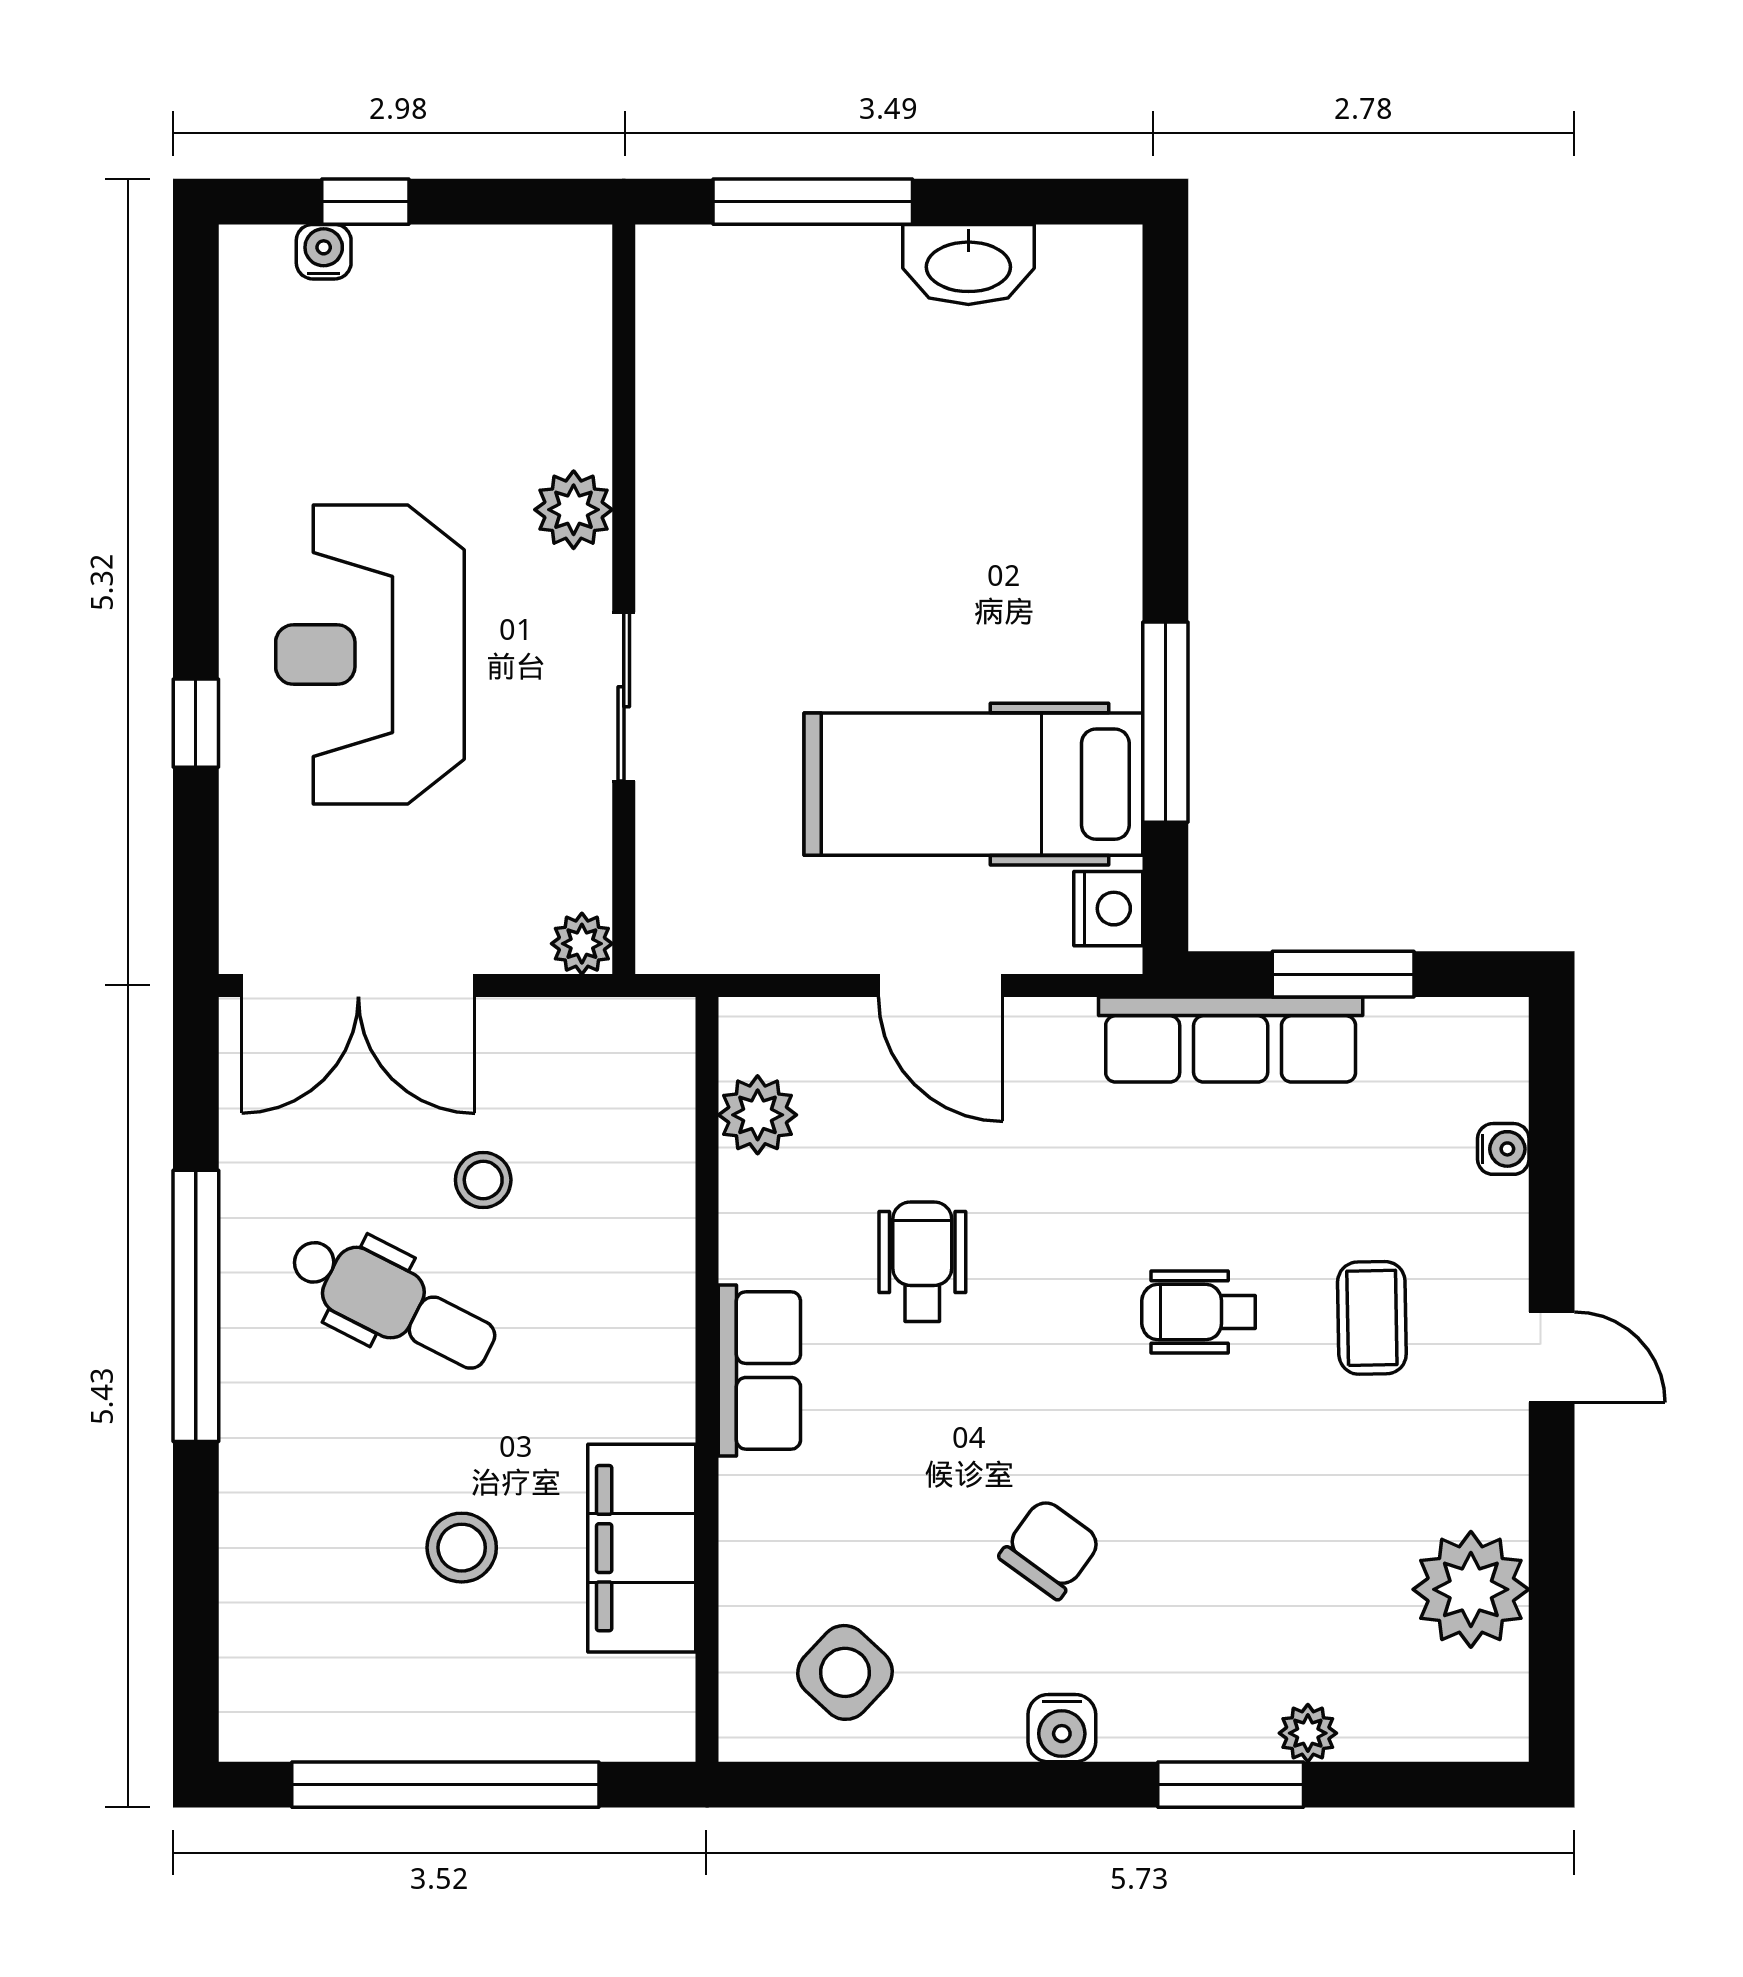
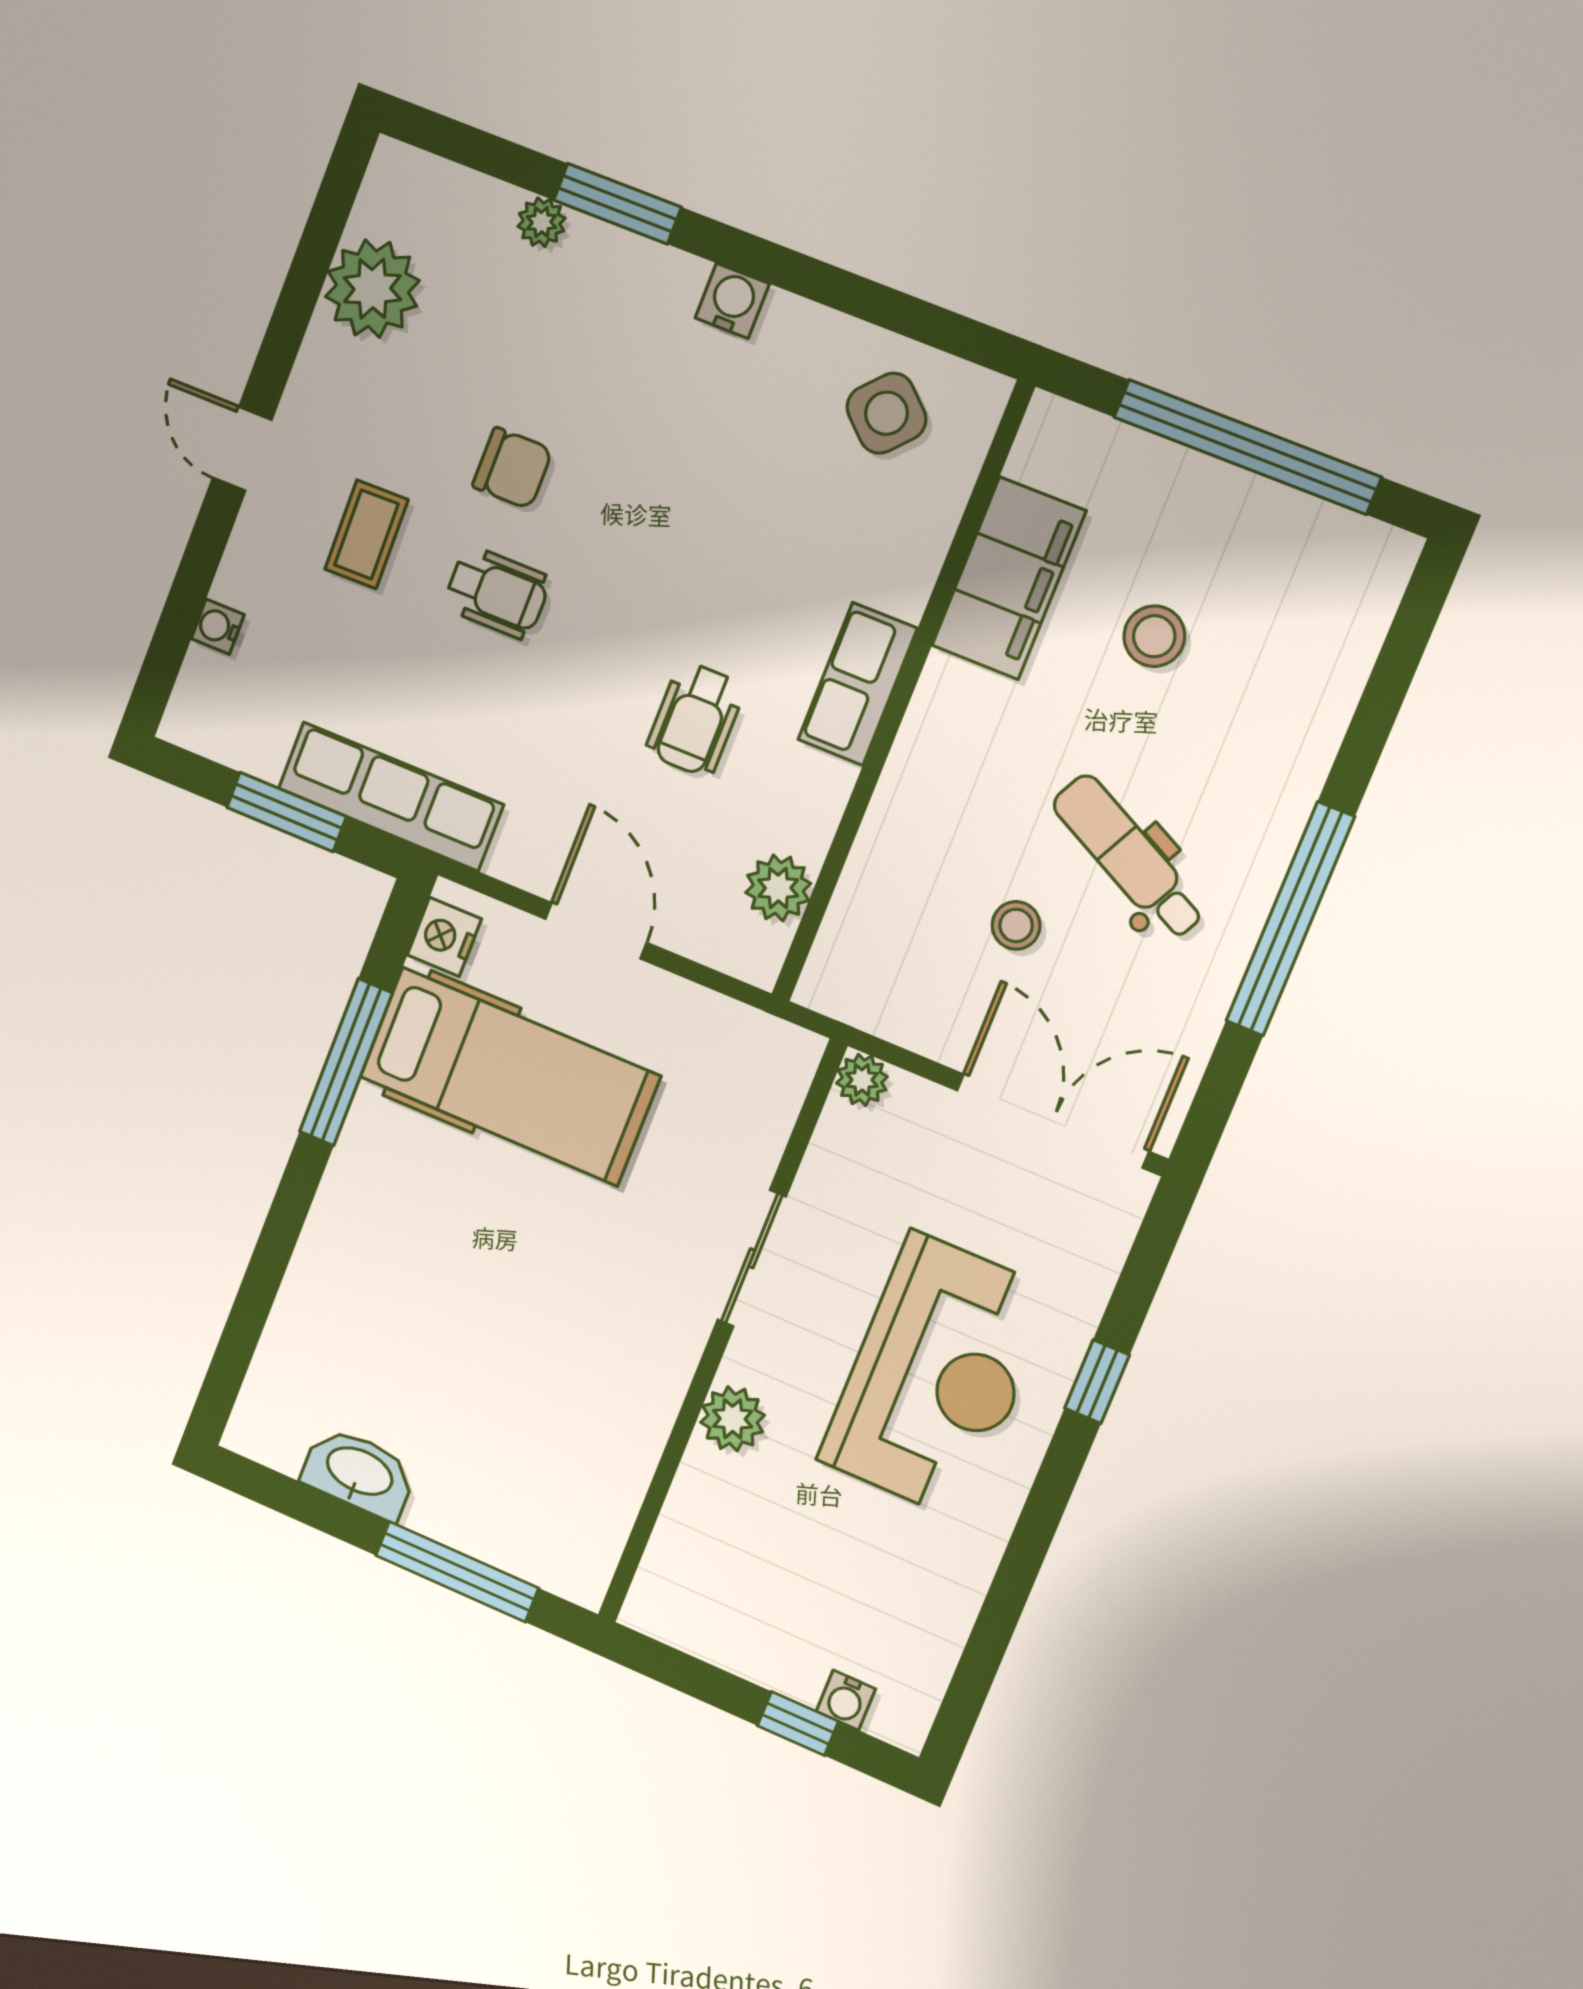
chair: (1050, 1549) -> (512, 468), moved, turned -126

